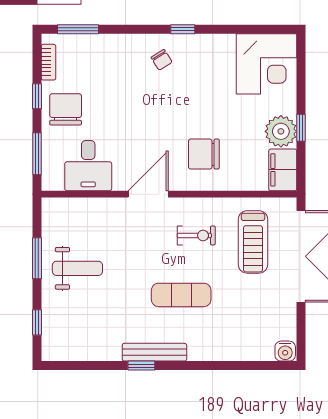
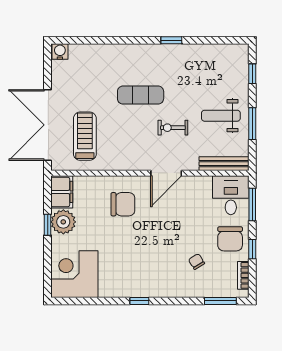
chair: (162, 60) -> (197, 262), moved
desk: (88, 166) -> (231, 195), moved
exercise bike: (196, 235) -> (173, 128), moved
bench: (154, 352) -> (224, 164), moved

